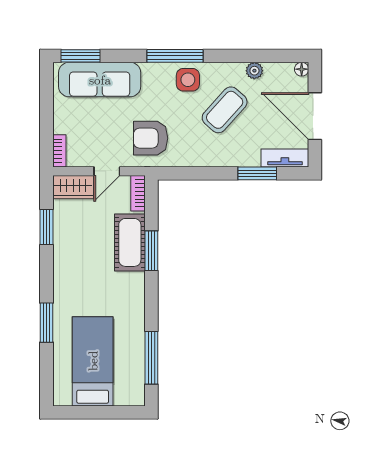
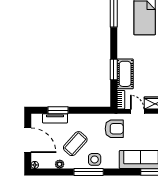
window: (175, 56) -> (89, 172), moved
tv unit: (285, 158) -> (55, 118), moved
door: (107, 171) -> (137, 111), hinge flipped

